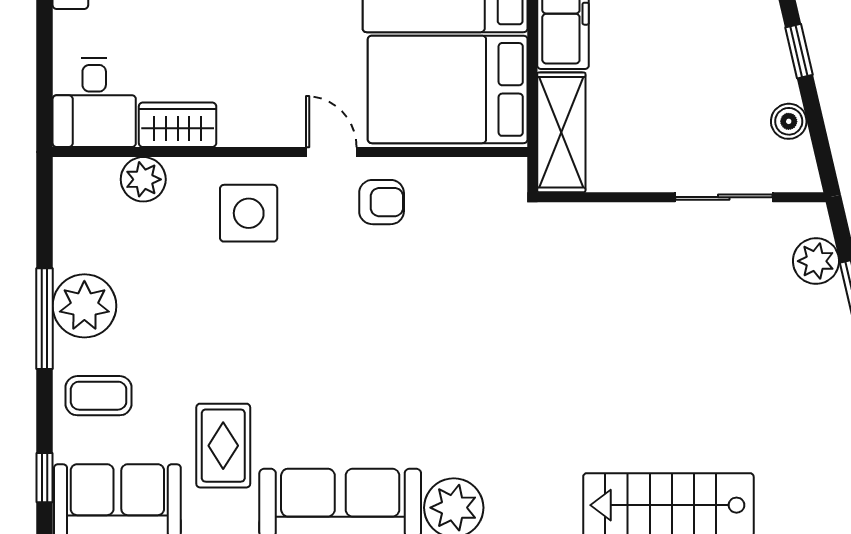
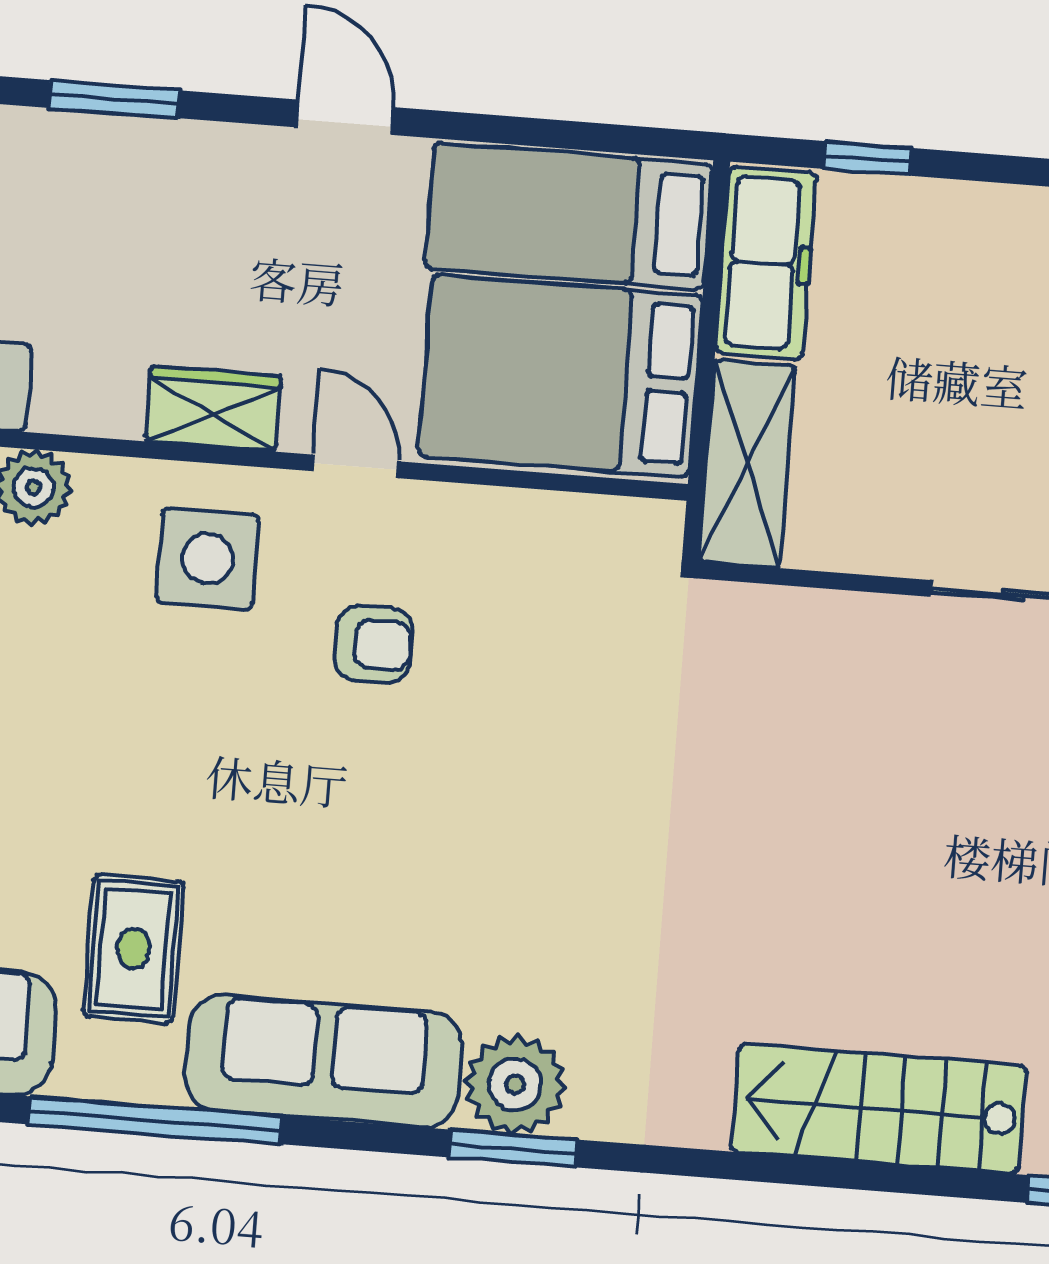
wardrobe: (178, 125) -> (213, 409), moved
armchair: (382, 202) -> (374, 644), moved

